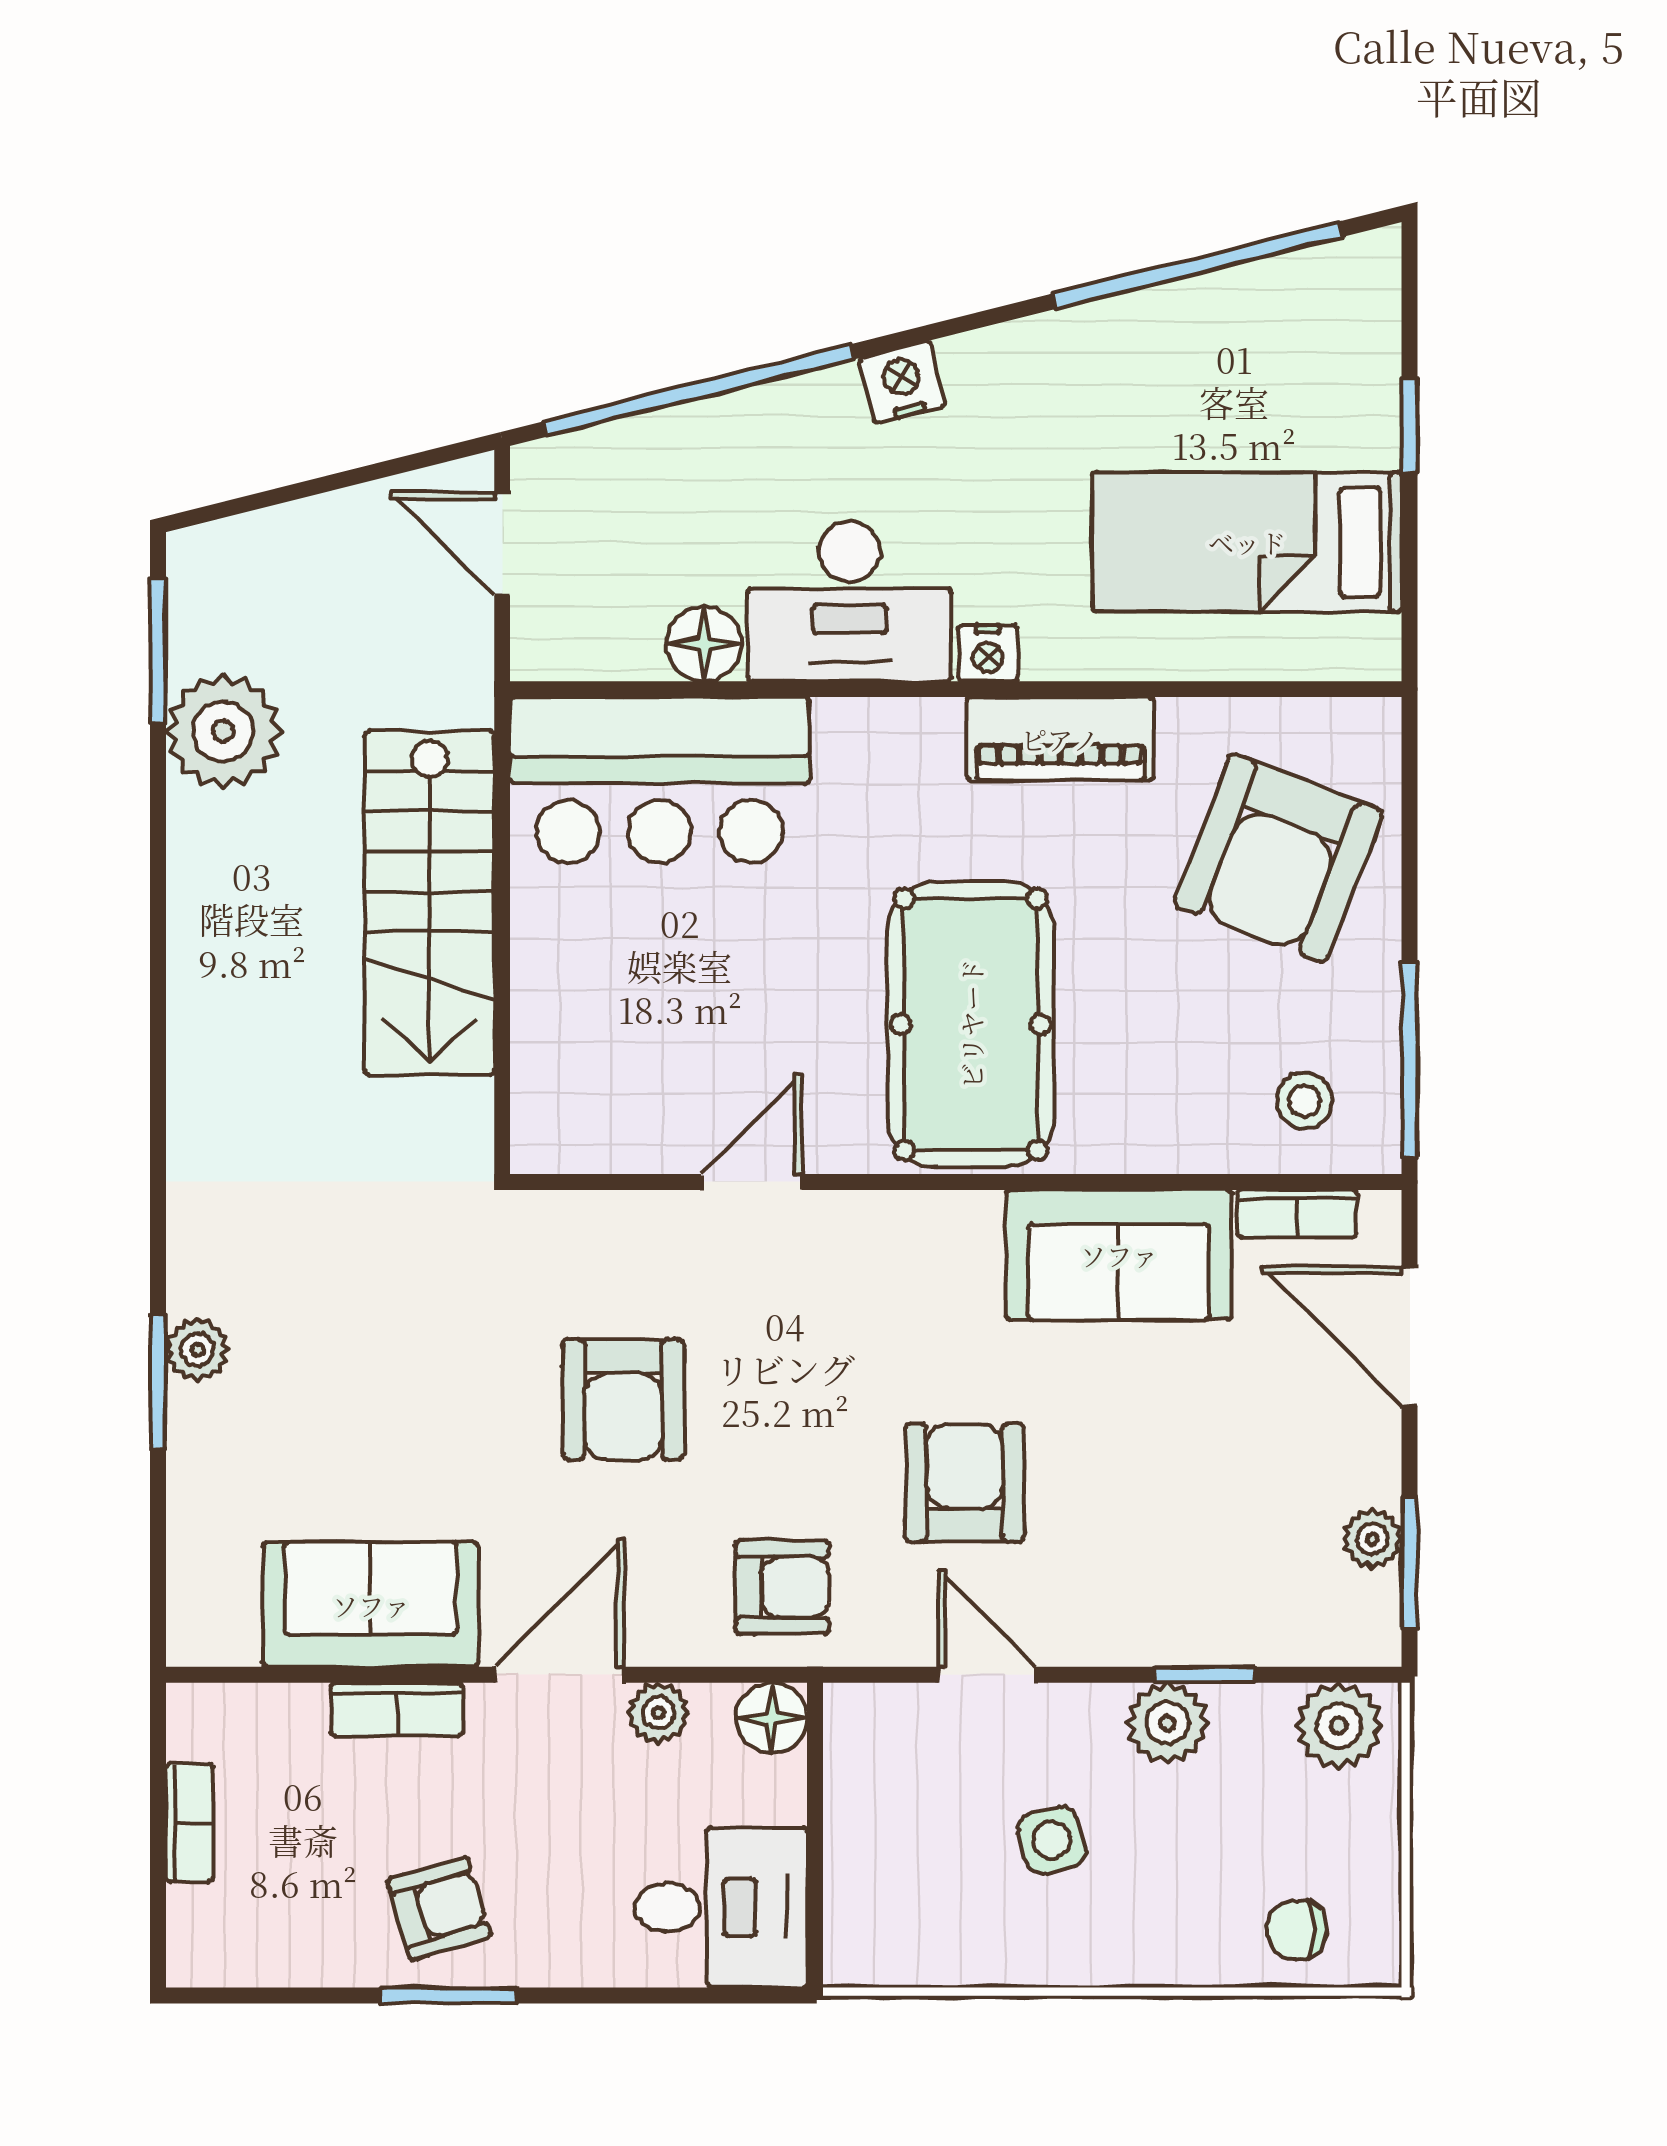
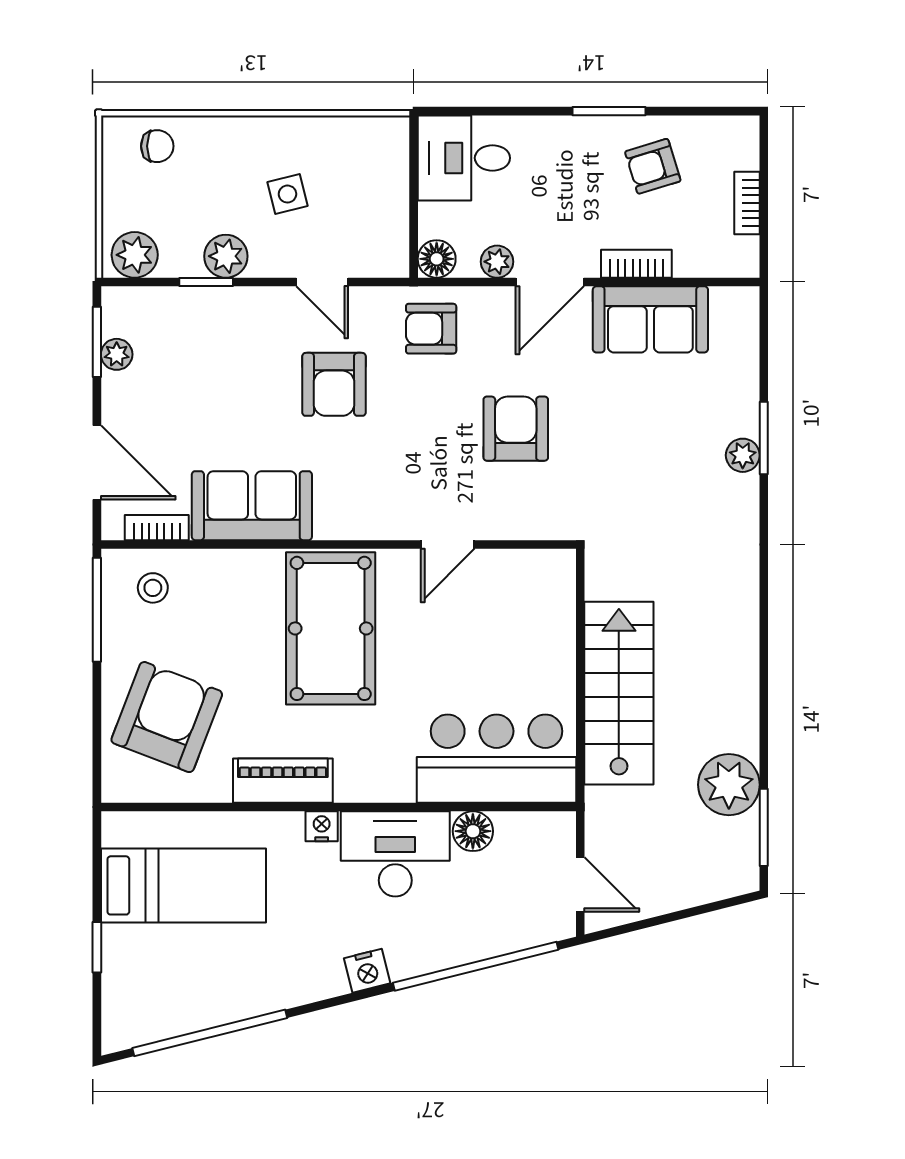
armchair: (439, 1909) -> (653, 166), moved

